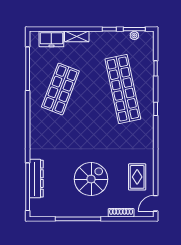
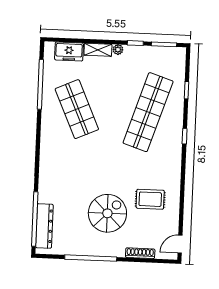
plant: (134, 35) -> (118, 50), moved
shop shelf: (60, 89) -> (77, 109), turned -45
shop shelf: (123, 89) -> (148, 112), turned 30
rug: (137, 177) -> (150, 199), moved, turned 90
dresser: (36, 179) -> (44, 226), moved

